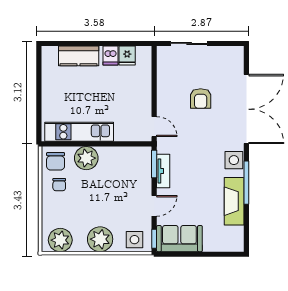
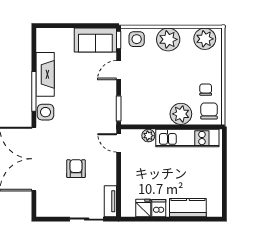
plant: (122, 134) -> (148, 136), added
tv unit: (163, 171) -> (110, 201), moved

